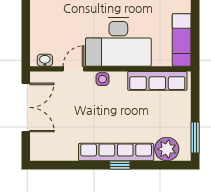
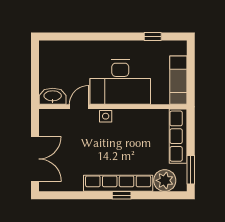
washbasin: (45, 60) -> (53, 96), width x1.91, depth x1.45
row of seats: (157, 81) -> (178, 136), moved, turned 90
double door: (26, 107) -> (35, 159), moved

